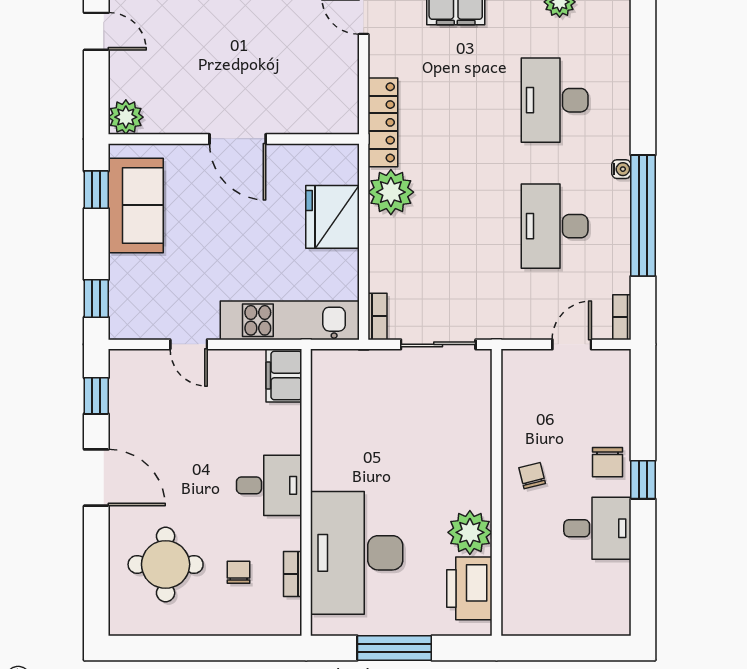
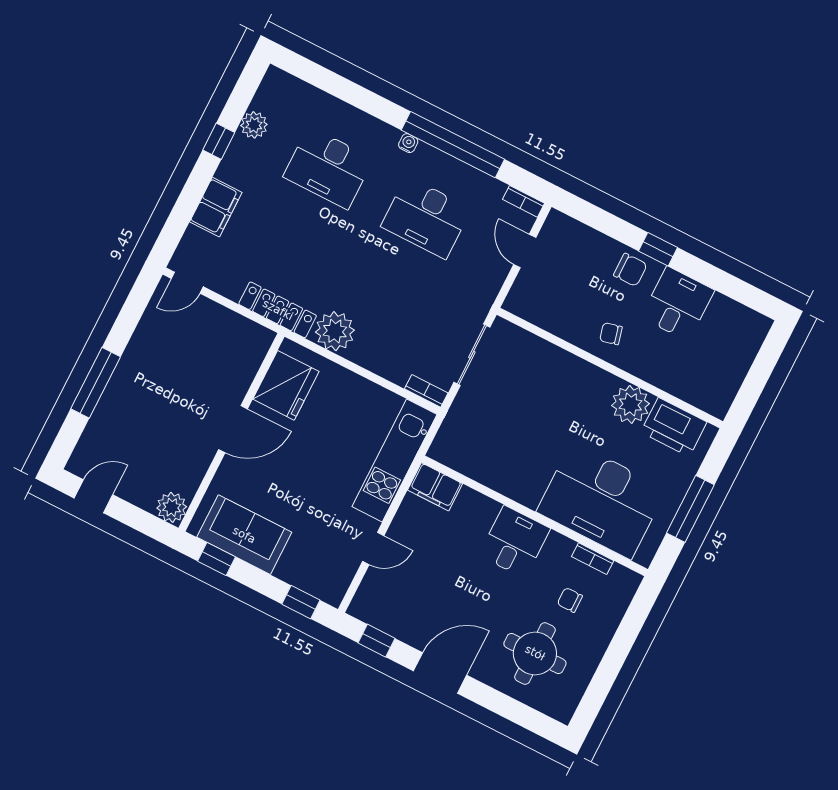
fridge: (332, 217) -> (286, 385), moved, turned -90

